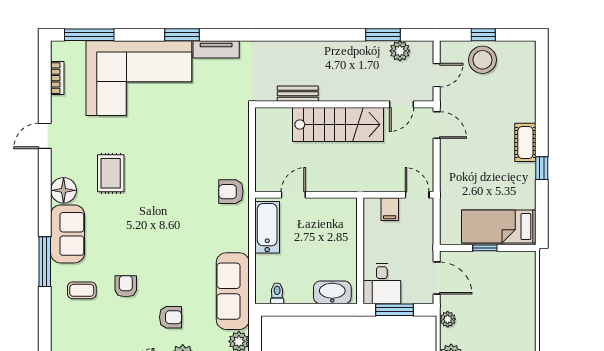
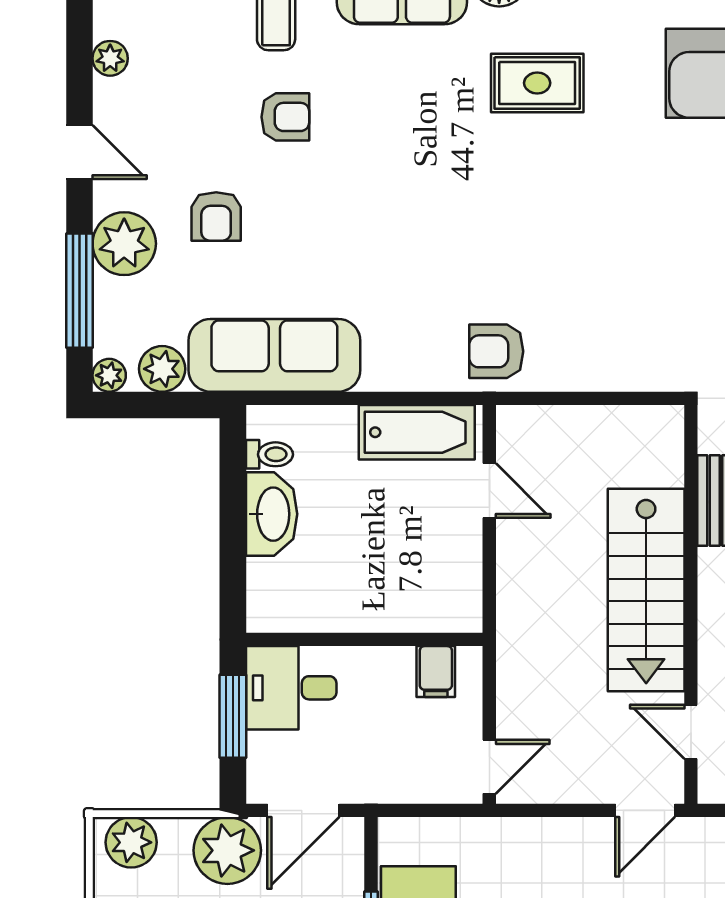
armchair: (231, 192) -> (496, 351), turned -90
filing cabinet: (390, 209) -> (436, 672), moved, turned -90
washbasin: (332, 292) -> (272, 514), moved
plant: (448, 319) -> (227, 850), width x1.88, depth x1.88

